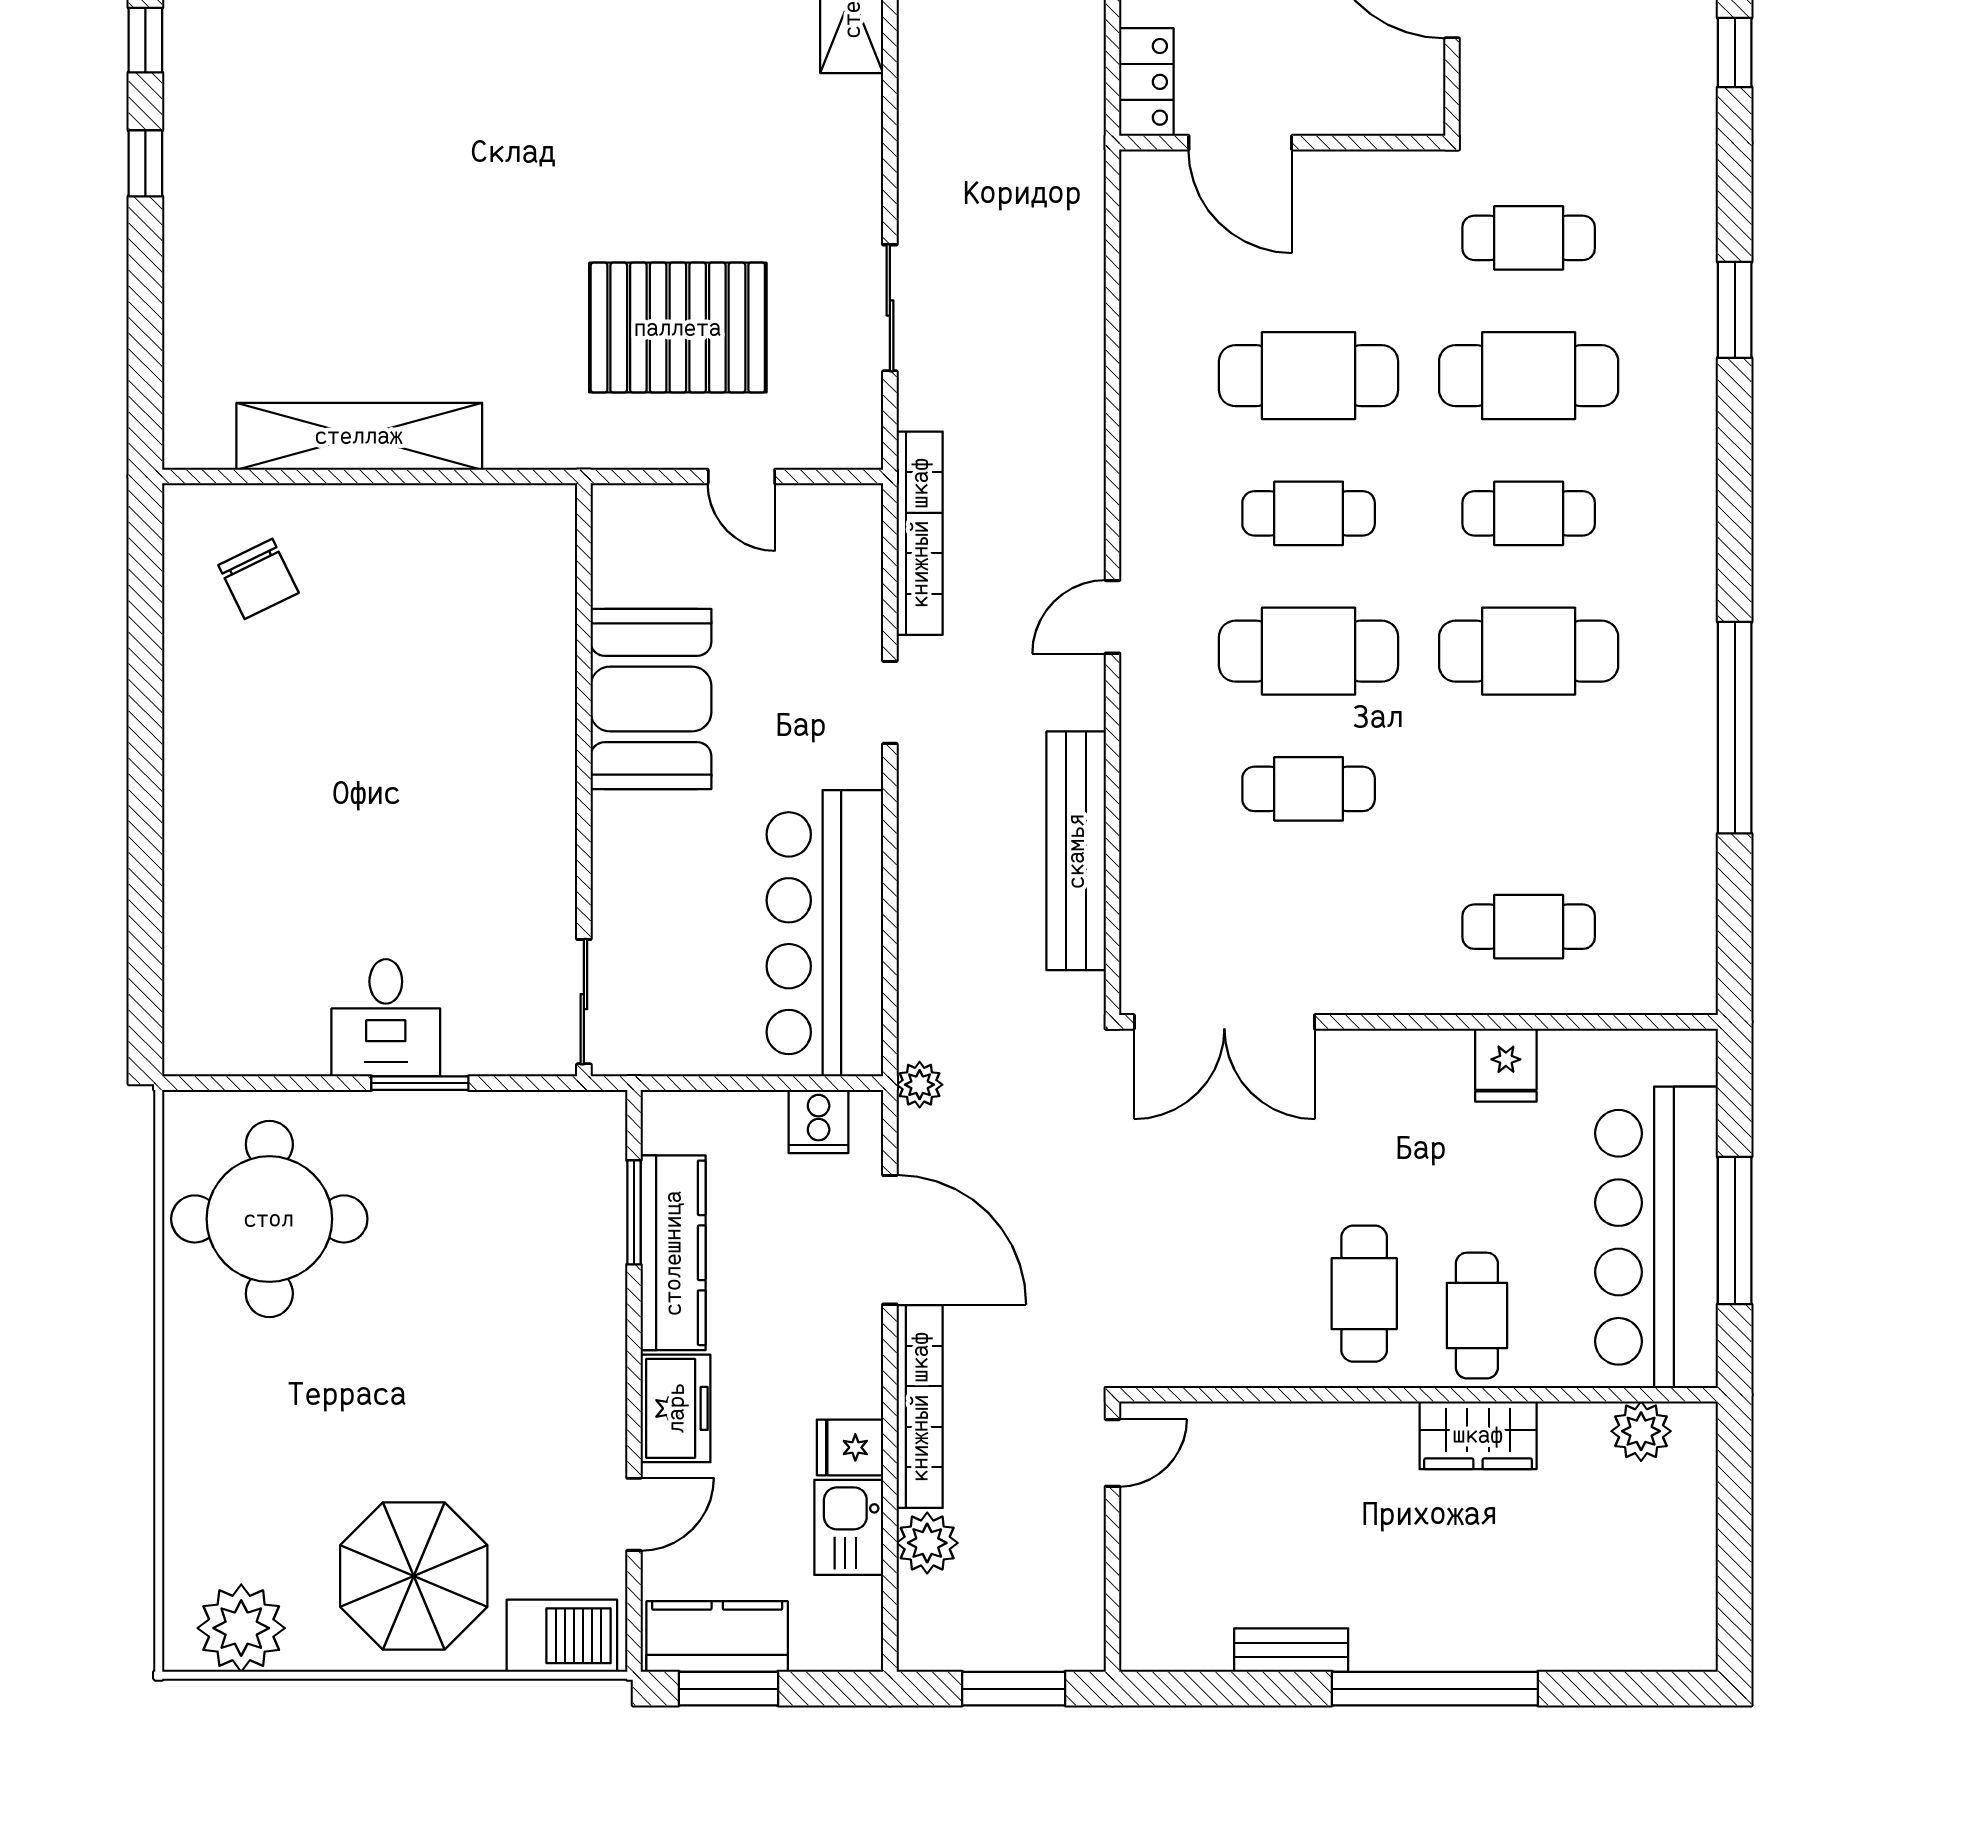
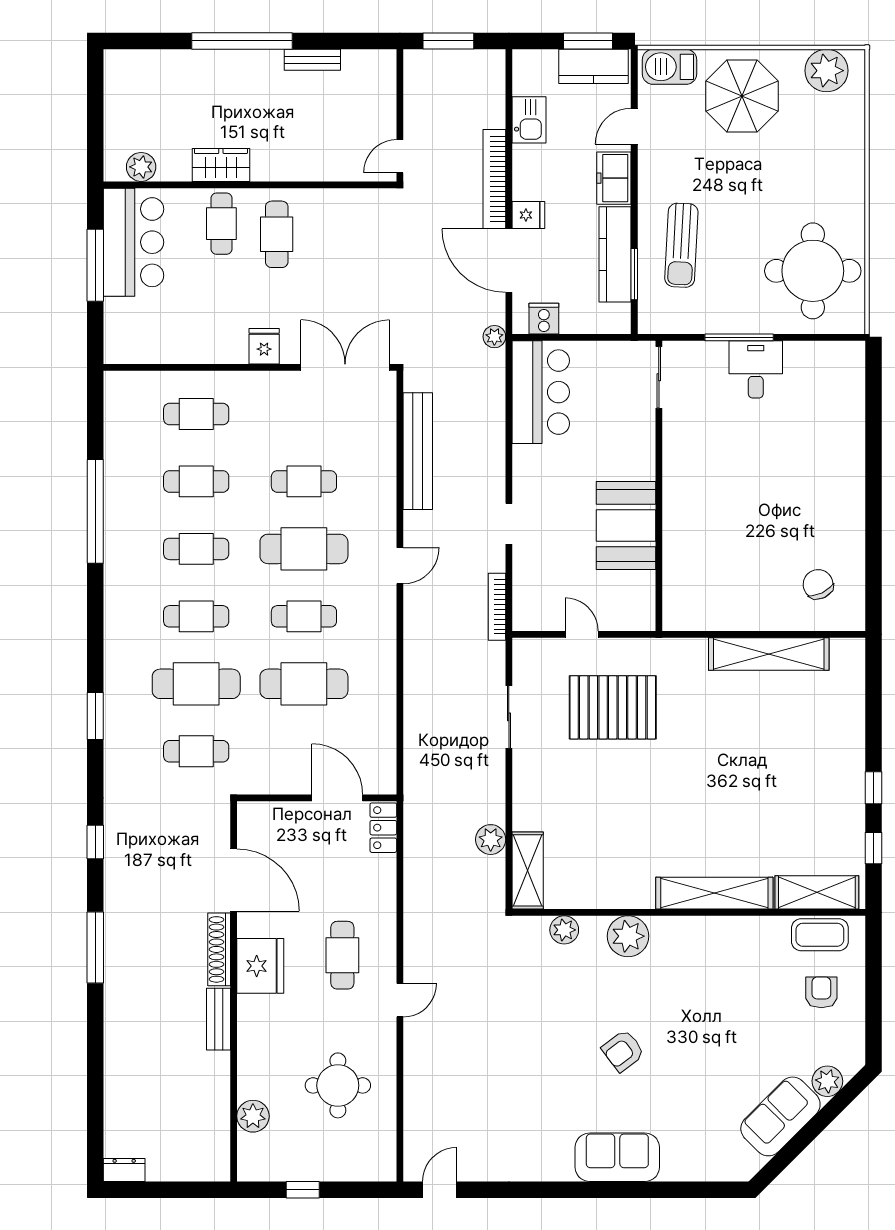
bookcase: (920, 533) -> (497, 607), width x0.68, depth x0.76
cafe table: (1529, 651) -> (196, 549), width x0.73, depth x0.74
cafe table: (1529, 789) -> (196, 481), added
bar counter: (825, 933) -> (541, 392), width x0.73
fridge: (1506, 1065) -> (264, 346), moved
window: (420, 1083) -> (739, 337), width x1.44
bar counter: (1657, 1237) -> (134, 242), width x0.73
sun lounger: (538, 1271) -> (681, 245), added
fridge: (850, 1447) -> (528, 215), moved
plant: (927, 1543) -> (491, 840), moved

